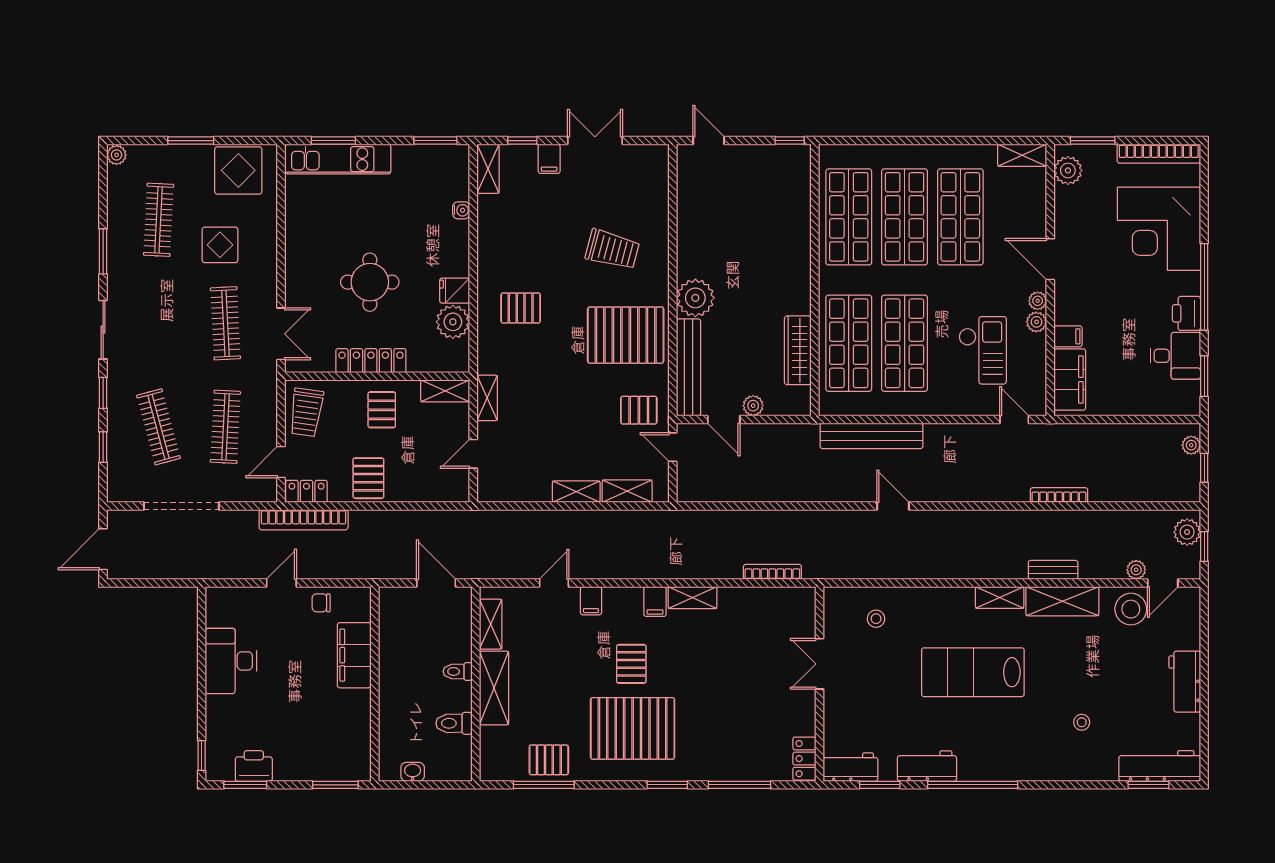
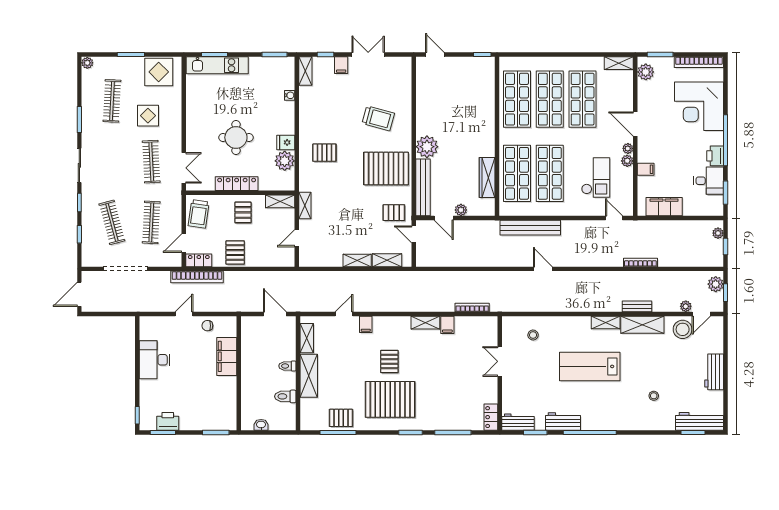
filing cabinet: (1070, 379) -> (664, 207), moved, turned -90
filing cabinet: (655, 602) -> (447, 325), moved

